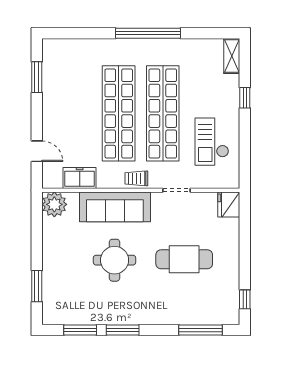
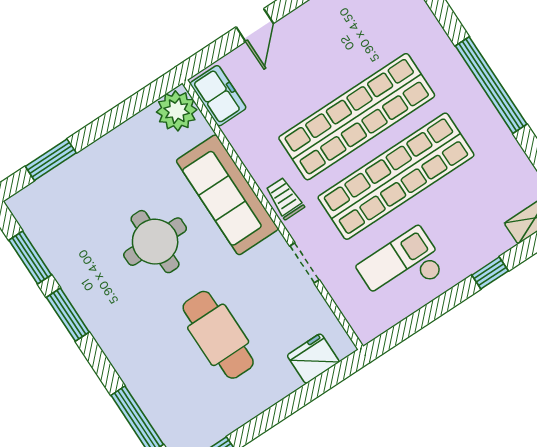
door: (37, 151) -> (255, 25), moved
freezer: (80, 178) -> (218, 96), moved
fridge: (229, 204) -> (313, 359), moved

